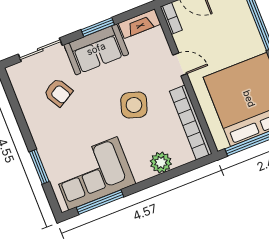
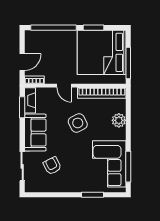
window: (98, 27) -> (22, 107), moved
door: (180, 64) -> (64, 86), swing flipped
armchair: (58, 92) -> (52, 166), turned -87
side table: (134, 105) -> (78, 123), turned 45

